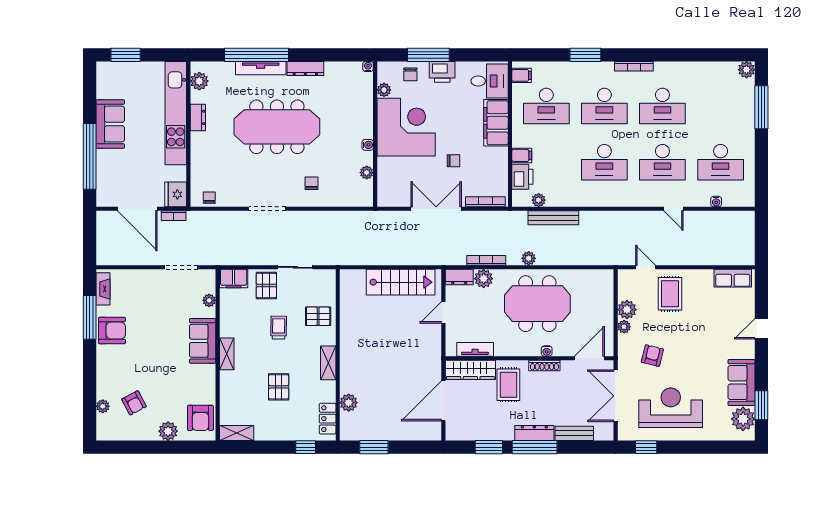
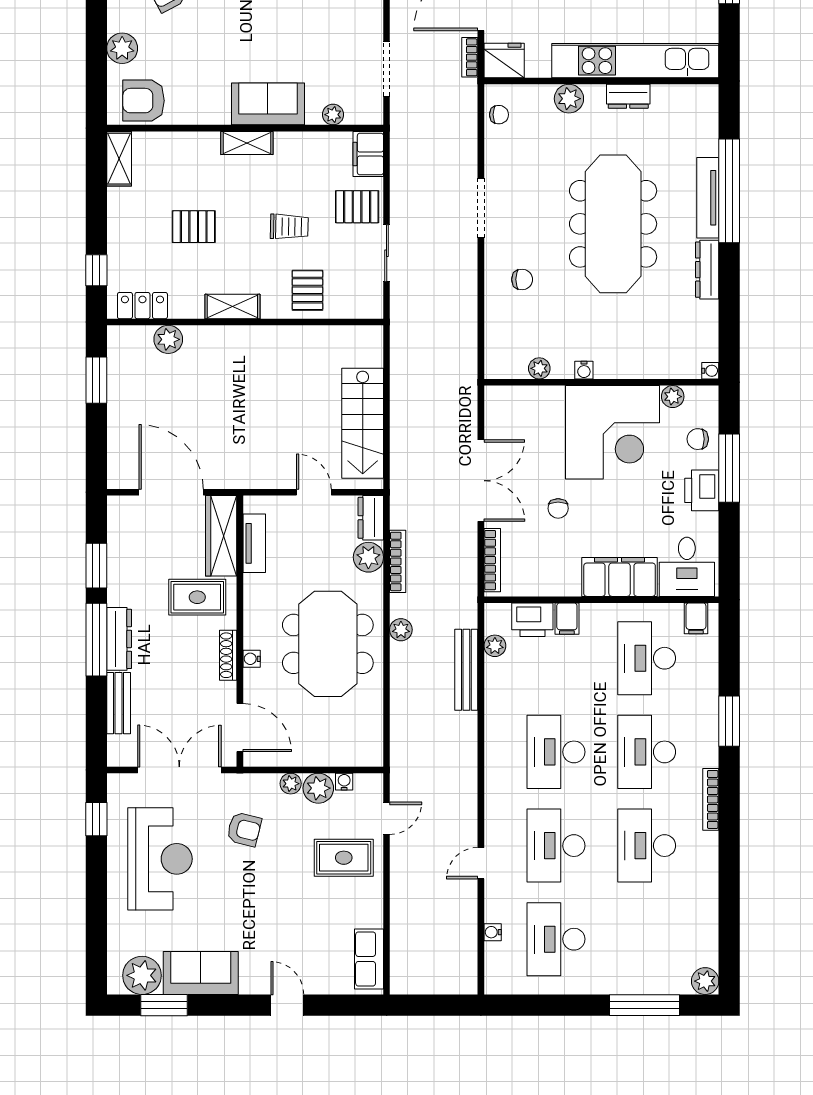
plant: (199, 81) -> (569, 99), moved
water cooler: (623, 294) -> (344, 782), added

